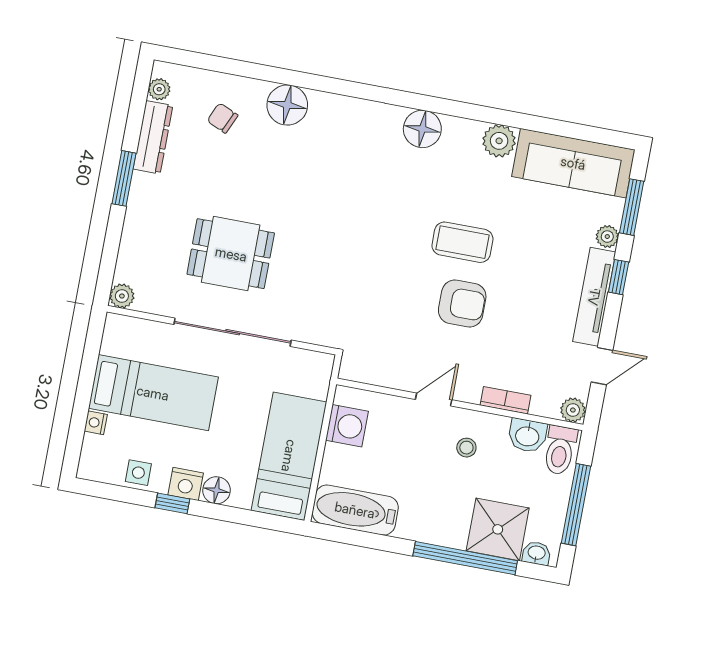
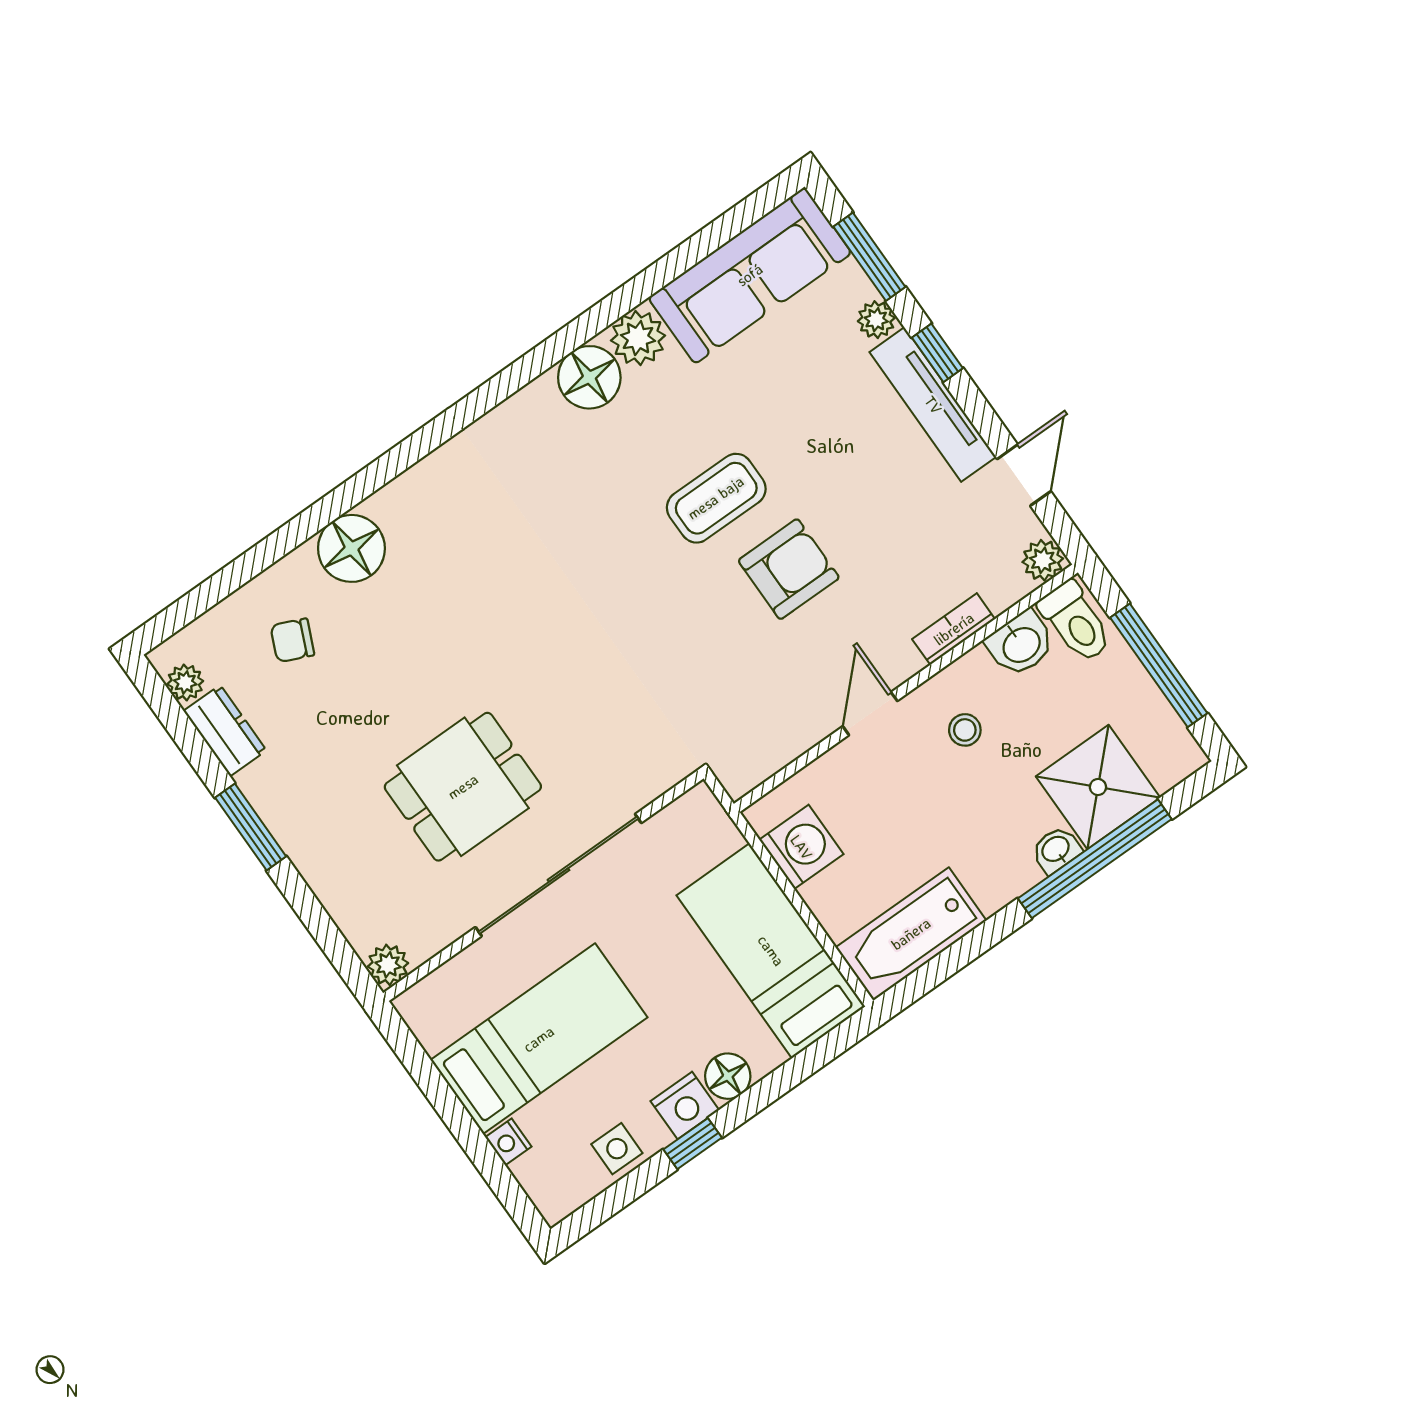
floor lamp: (422, 129) -> (589, 377), moved
dresser: (153, 137) -> (225, 731), width x0.70
washbasin: (537, 553) -> (1056, 850), moved

